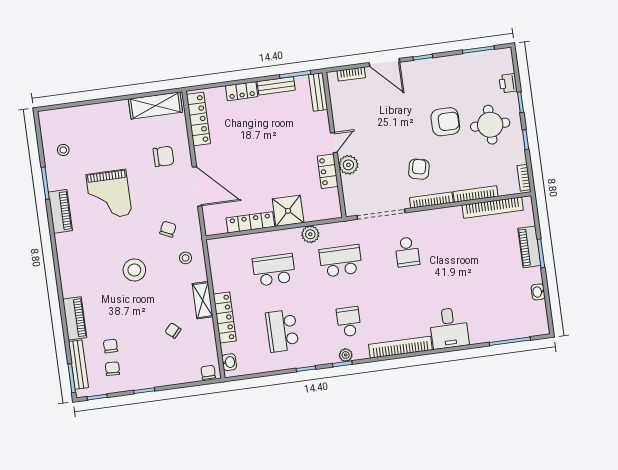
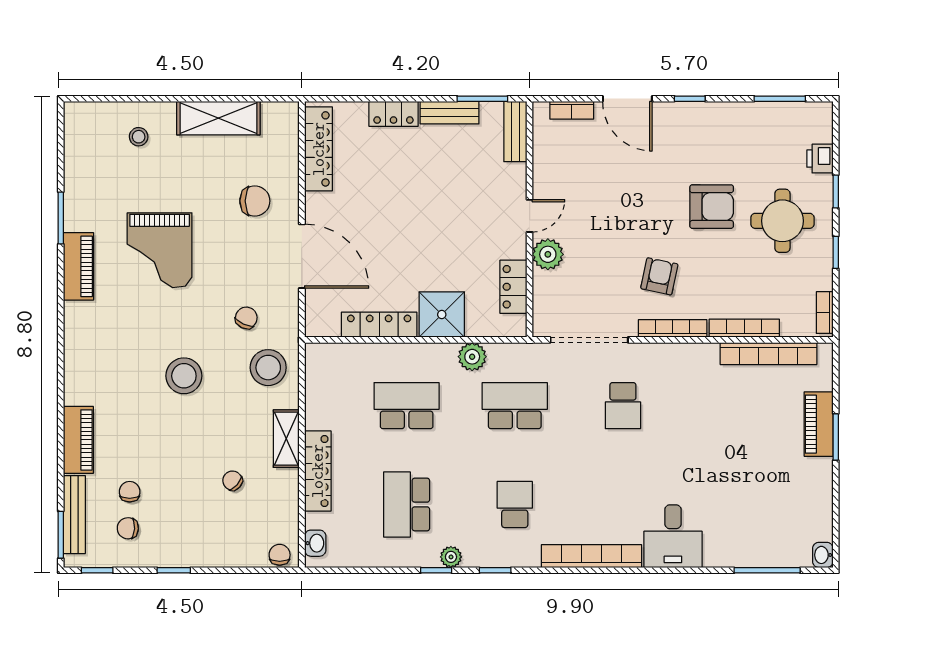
shelving: (155, 106) -> (218, 118), moved
stool: (63, 150) -> (139, 137), moved
locker: (328, 171) -> (513, 287), moved
stool: (186, 258) -> (268, 368), width x1.89, depth x1.89
washbasin: (538, 292) -> (823, 555), moved
plant: (346, 355) -> (451, 557), moved
chair: (112, 369) -> (128, 528), turned -90

